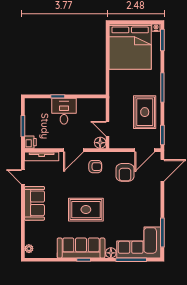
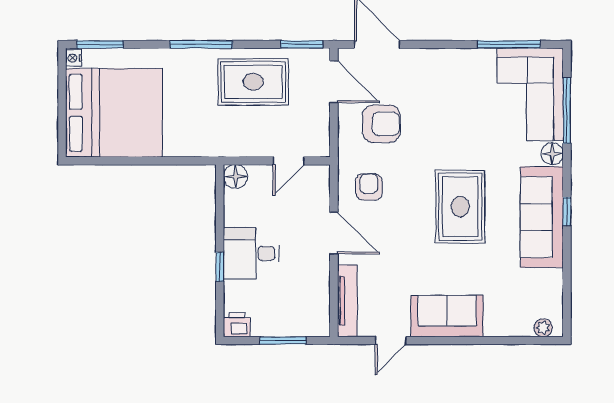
printer: (30, 142) -> (237, 325), moved
floor lamp: (100, 143) -> (235, 177), moved

